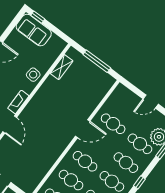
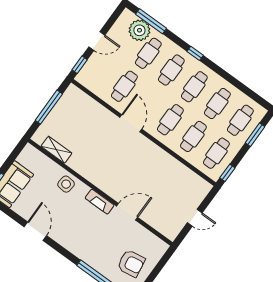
window: (131, 87) -> (80, 65), added
door: (151, 102) -> (97, 41), hinge flipped

